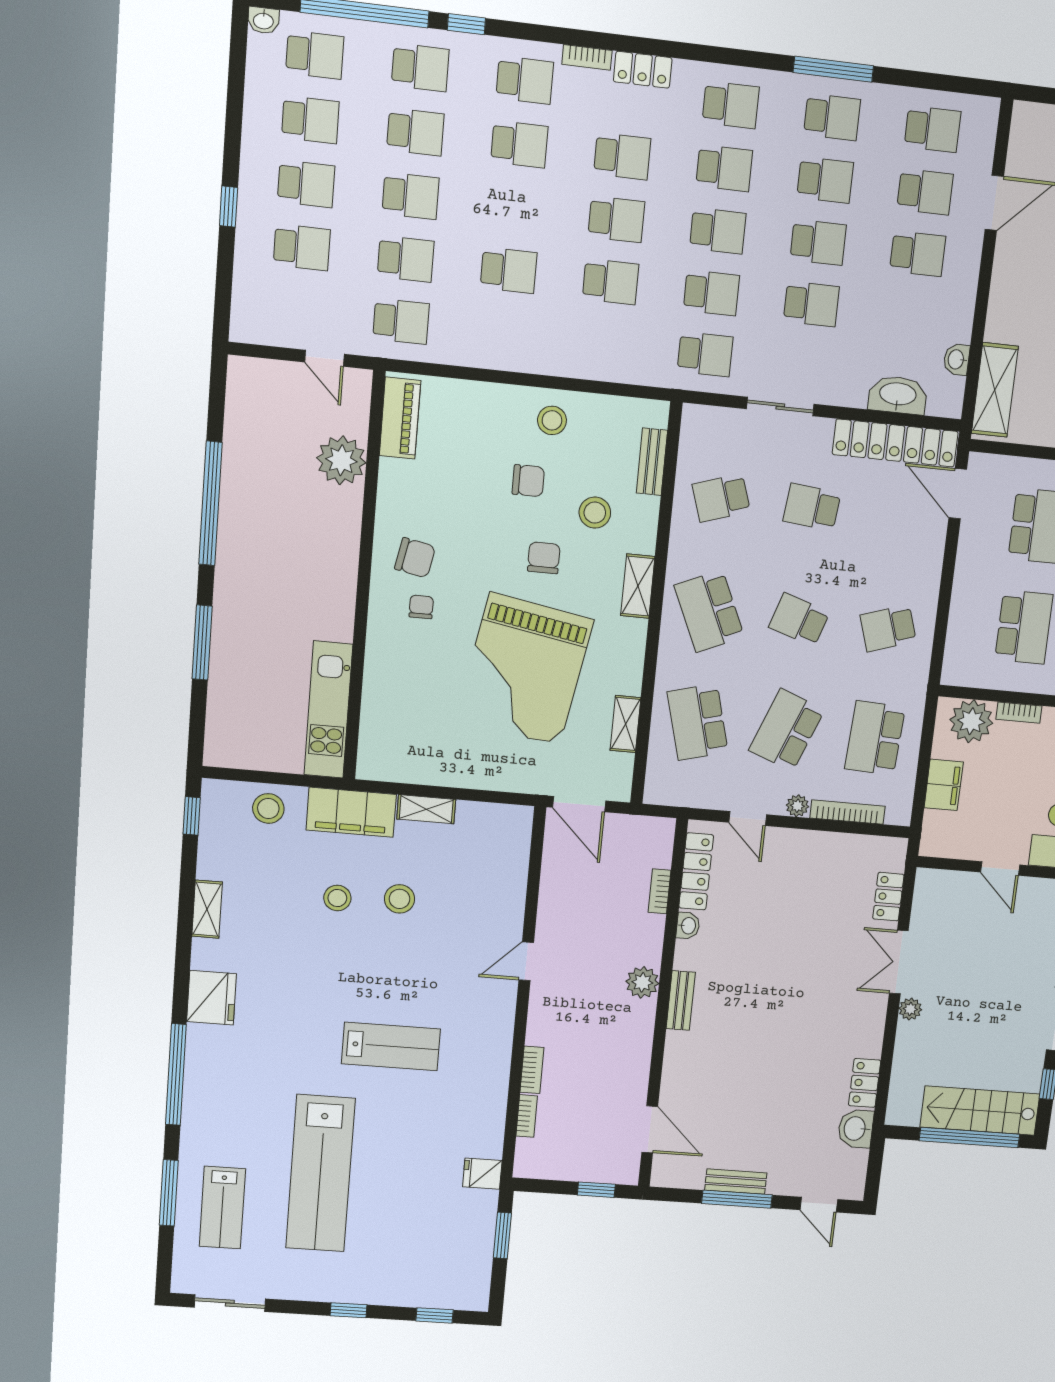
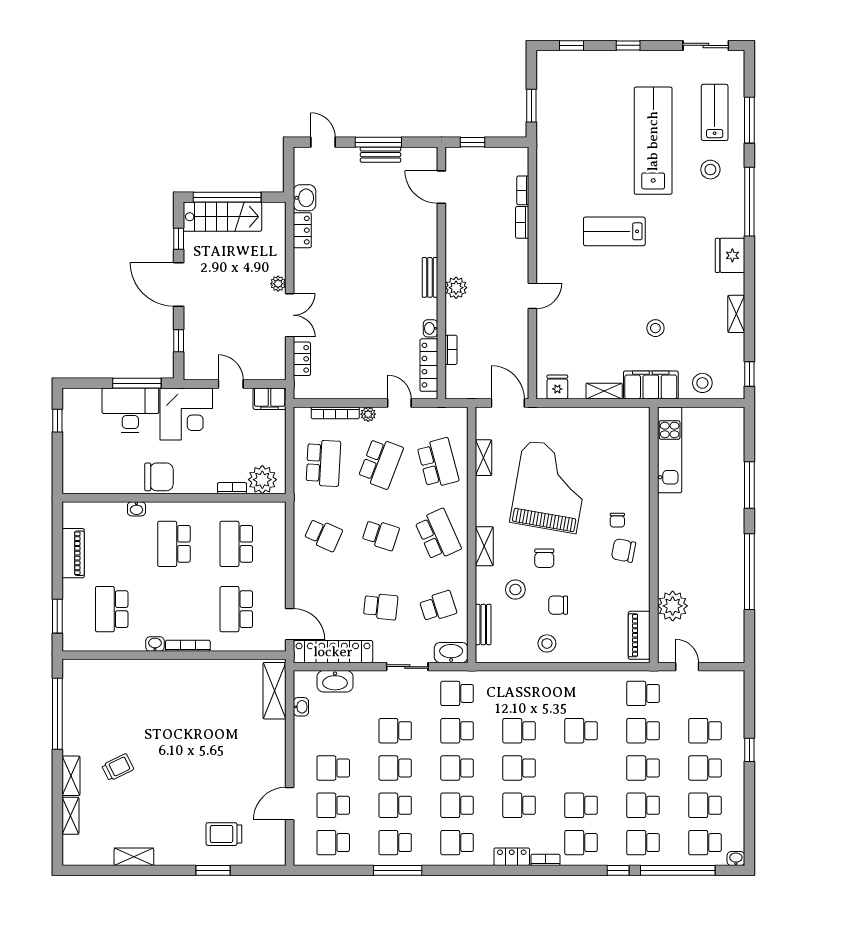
washbasin: (708, 422) -> (451, 653), added
school desk: (888, 628) -> (323, 535), turned 42
filing cabinet: (944, 785) -> (270, 399), moved, turned -90
stool: (399, 899) -> (710, 170), moved
fridge: (482, 1174) -> (557, 387), moved, turned -90

